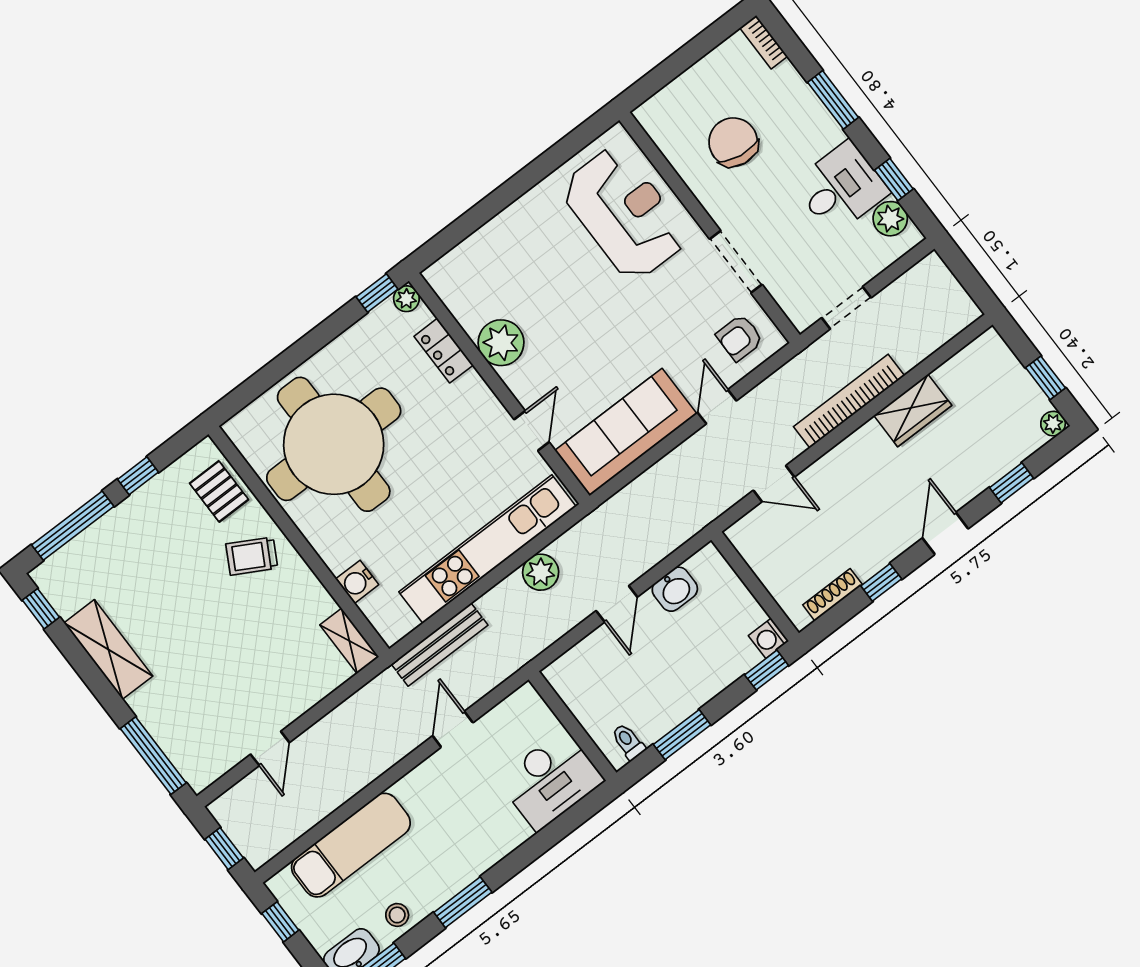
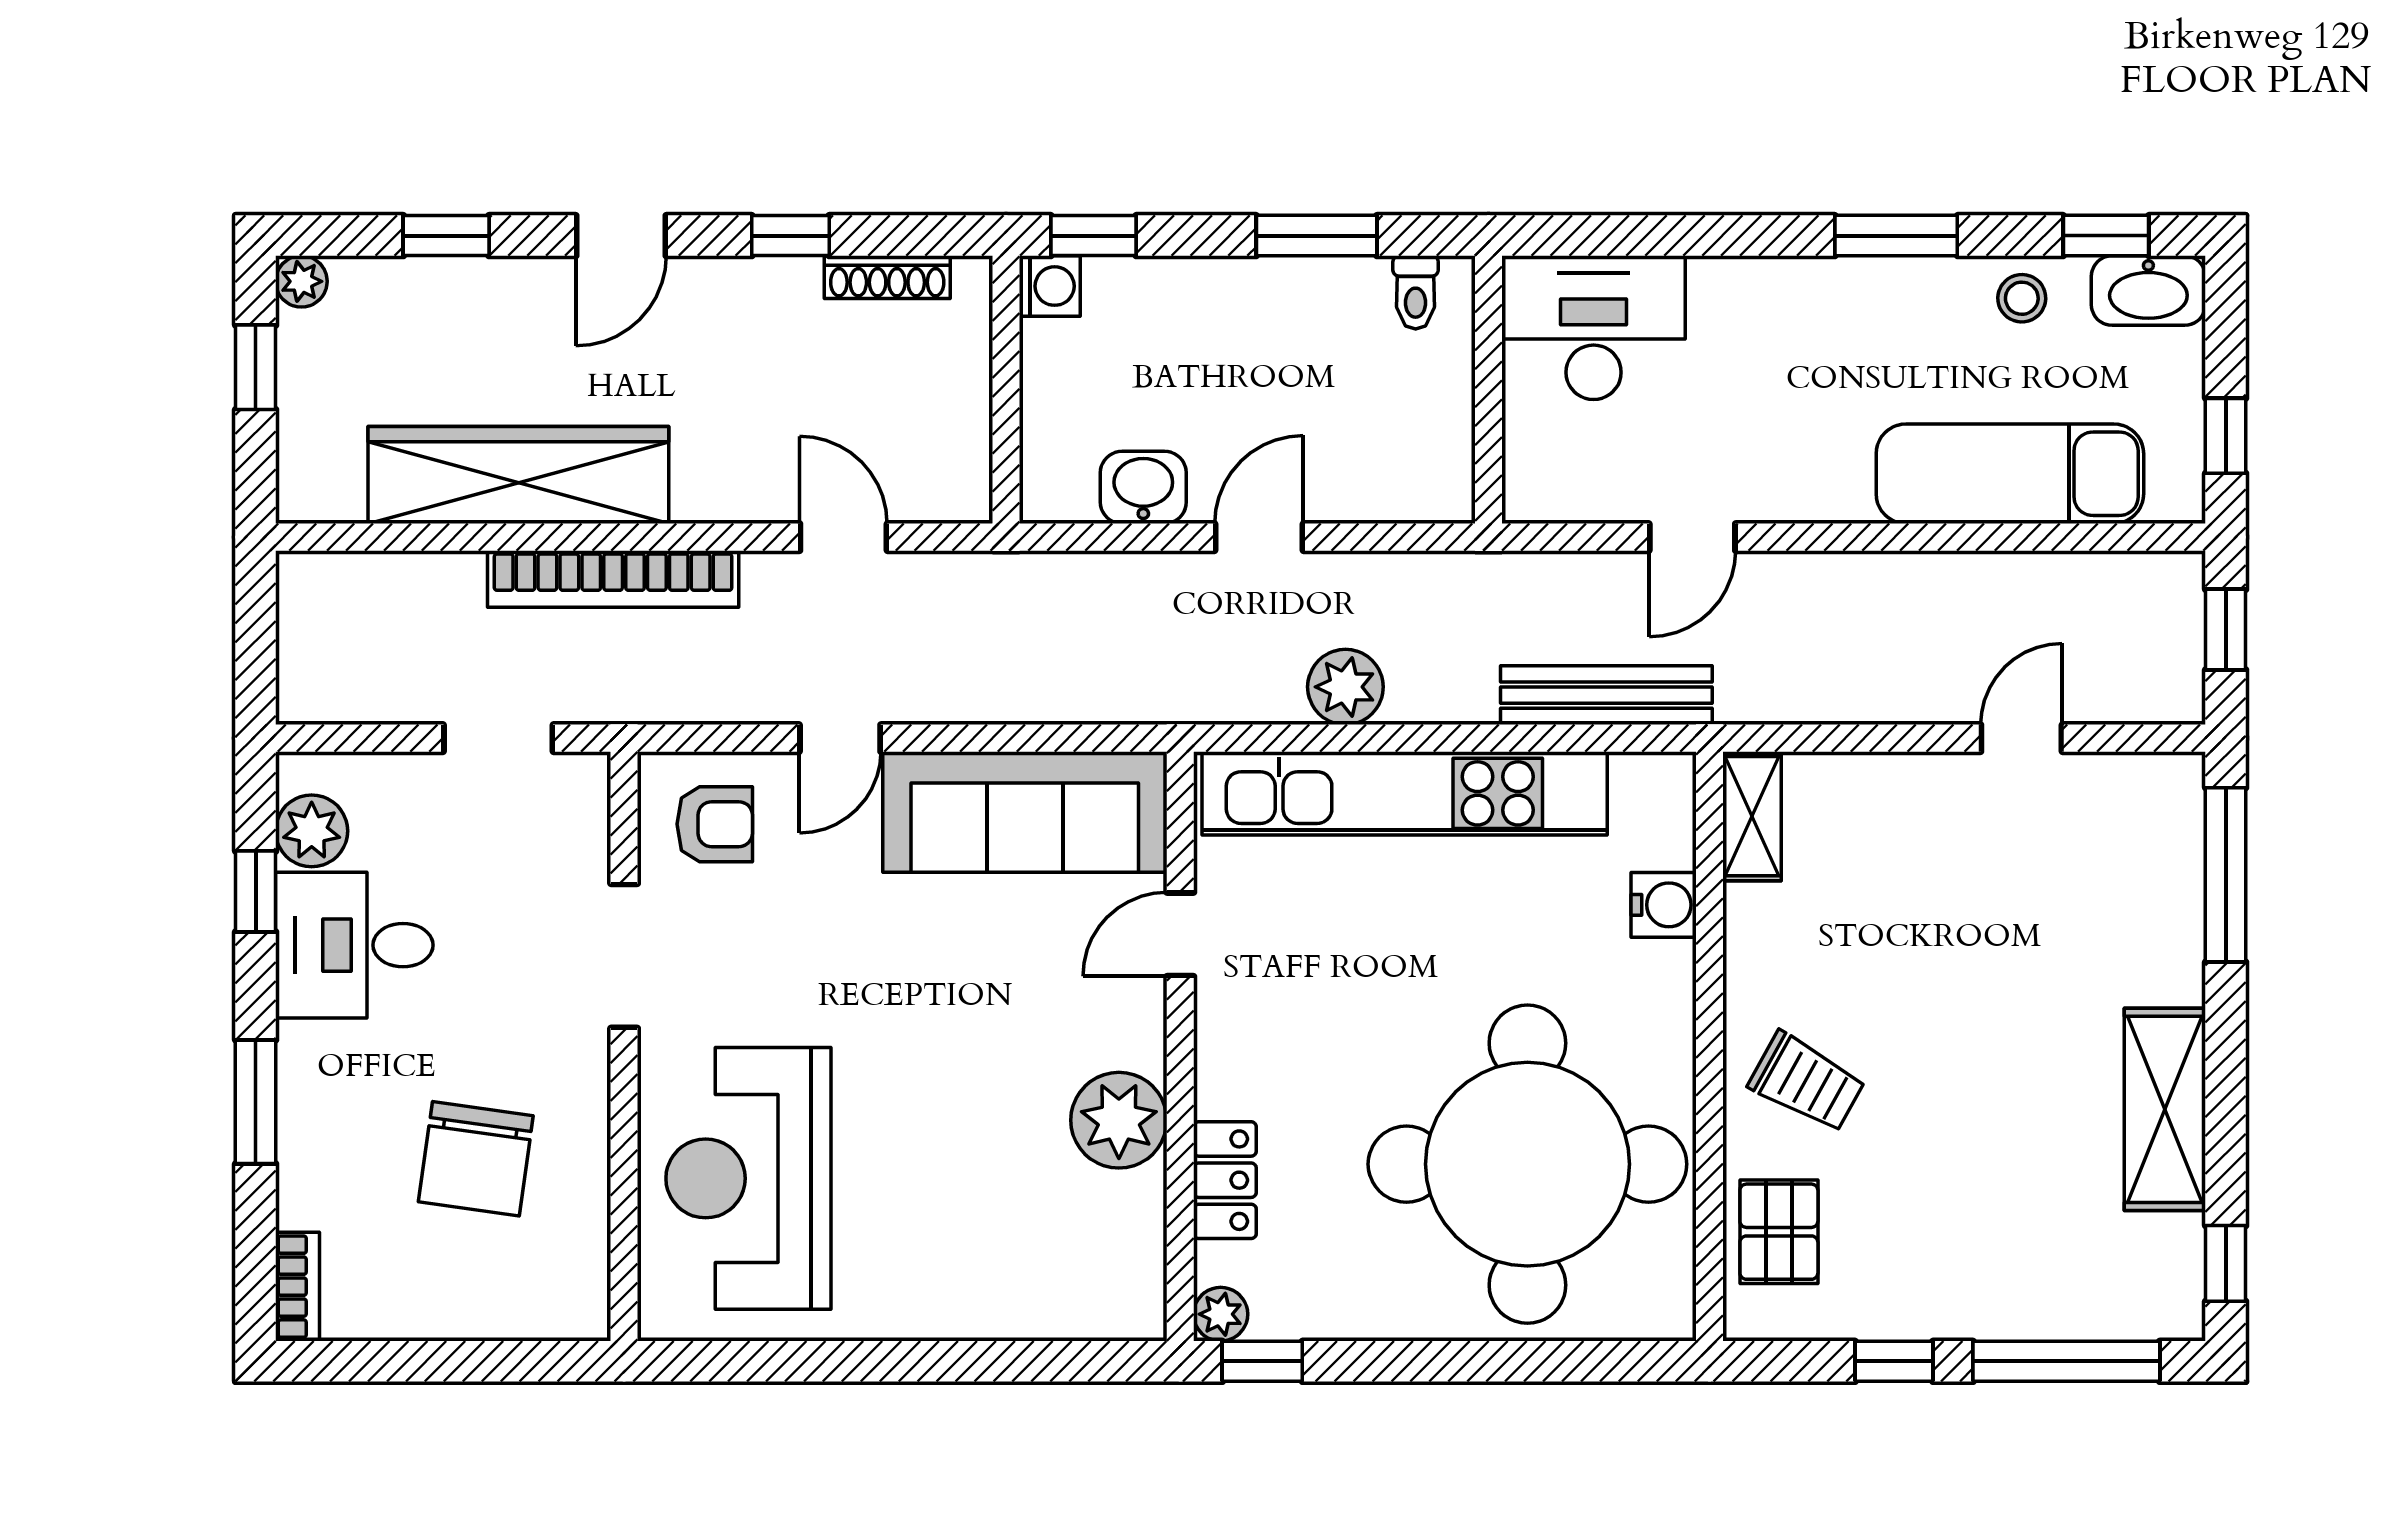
wardrobe: (913, 410) -> (518, 475), width x2.10, depth x1.17

